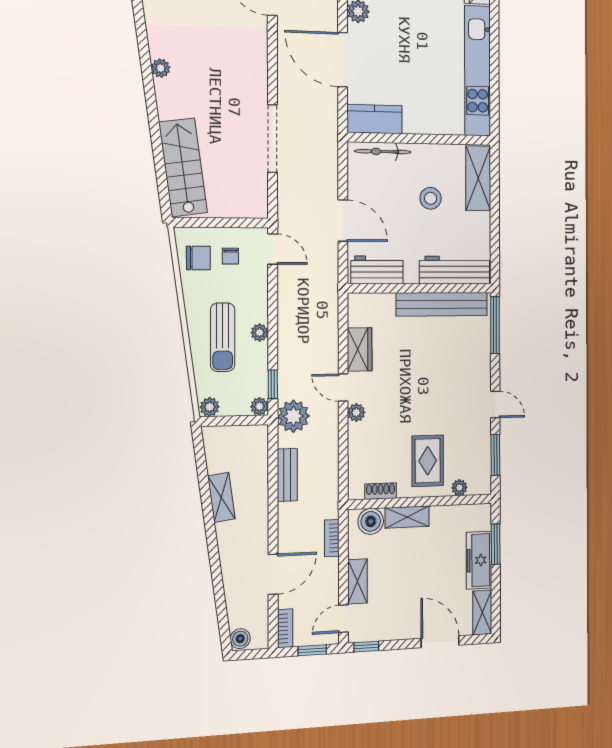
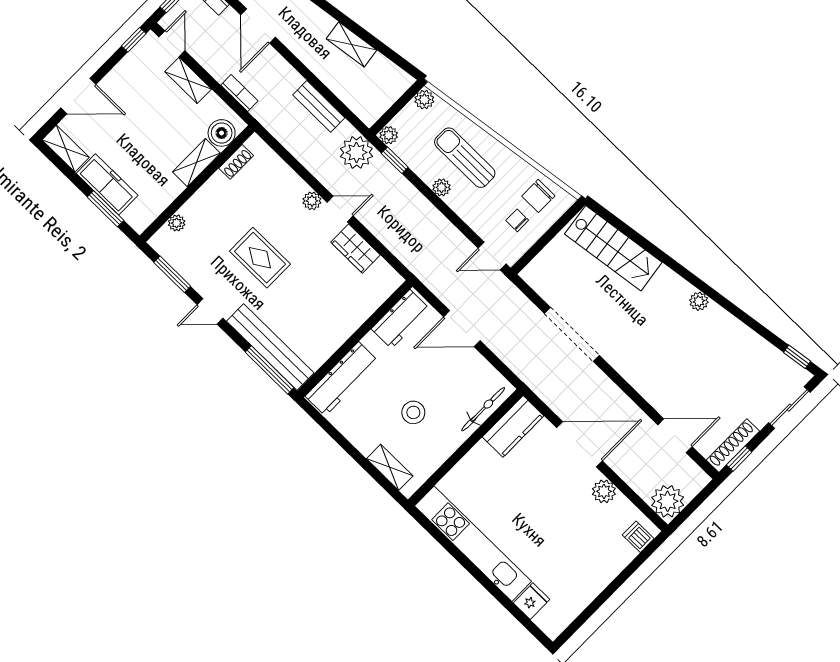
shelving: (478, 178) -> (390, 467), width x0.67, depth x0.75
bench: (442, 304) -> (270, 347), moved, turned 90
rug: (428, 461) -> (260, 258), moved

